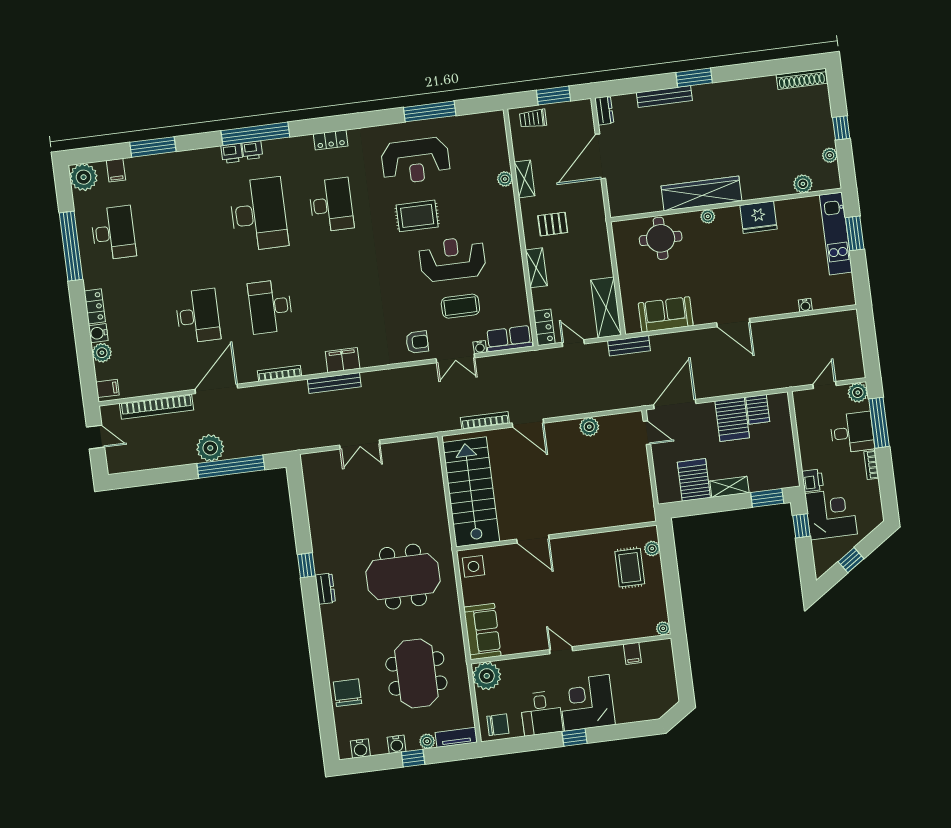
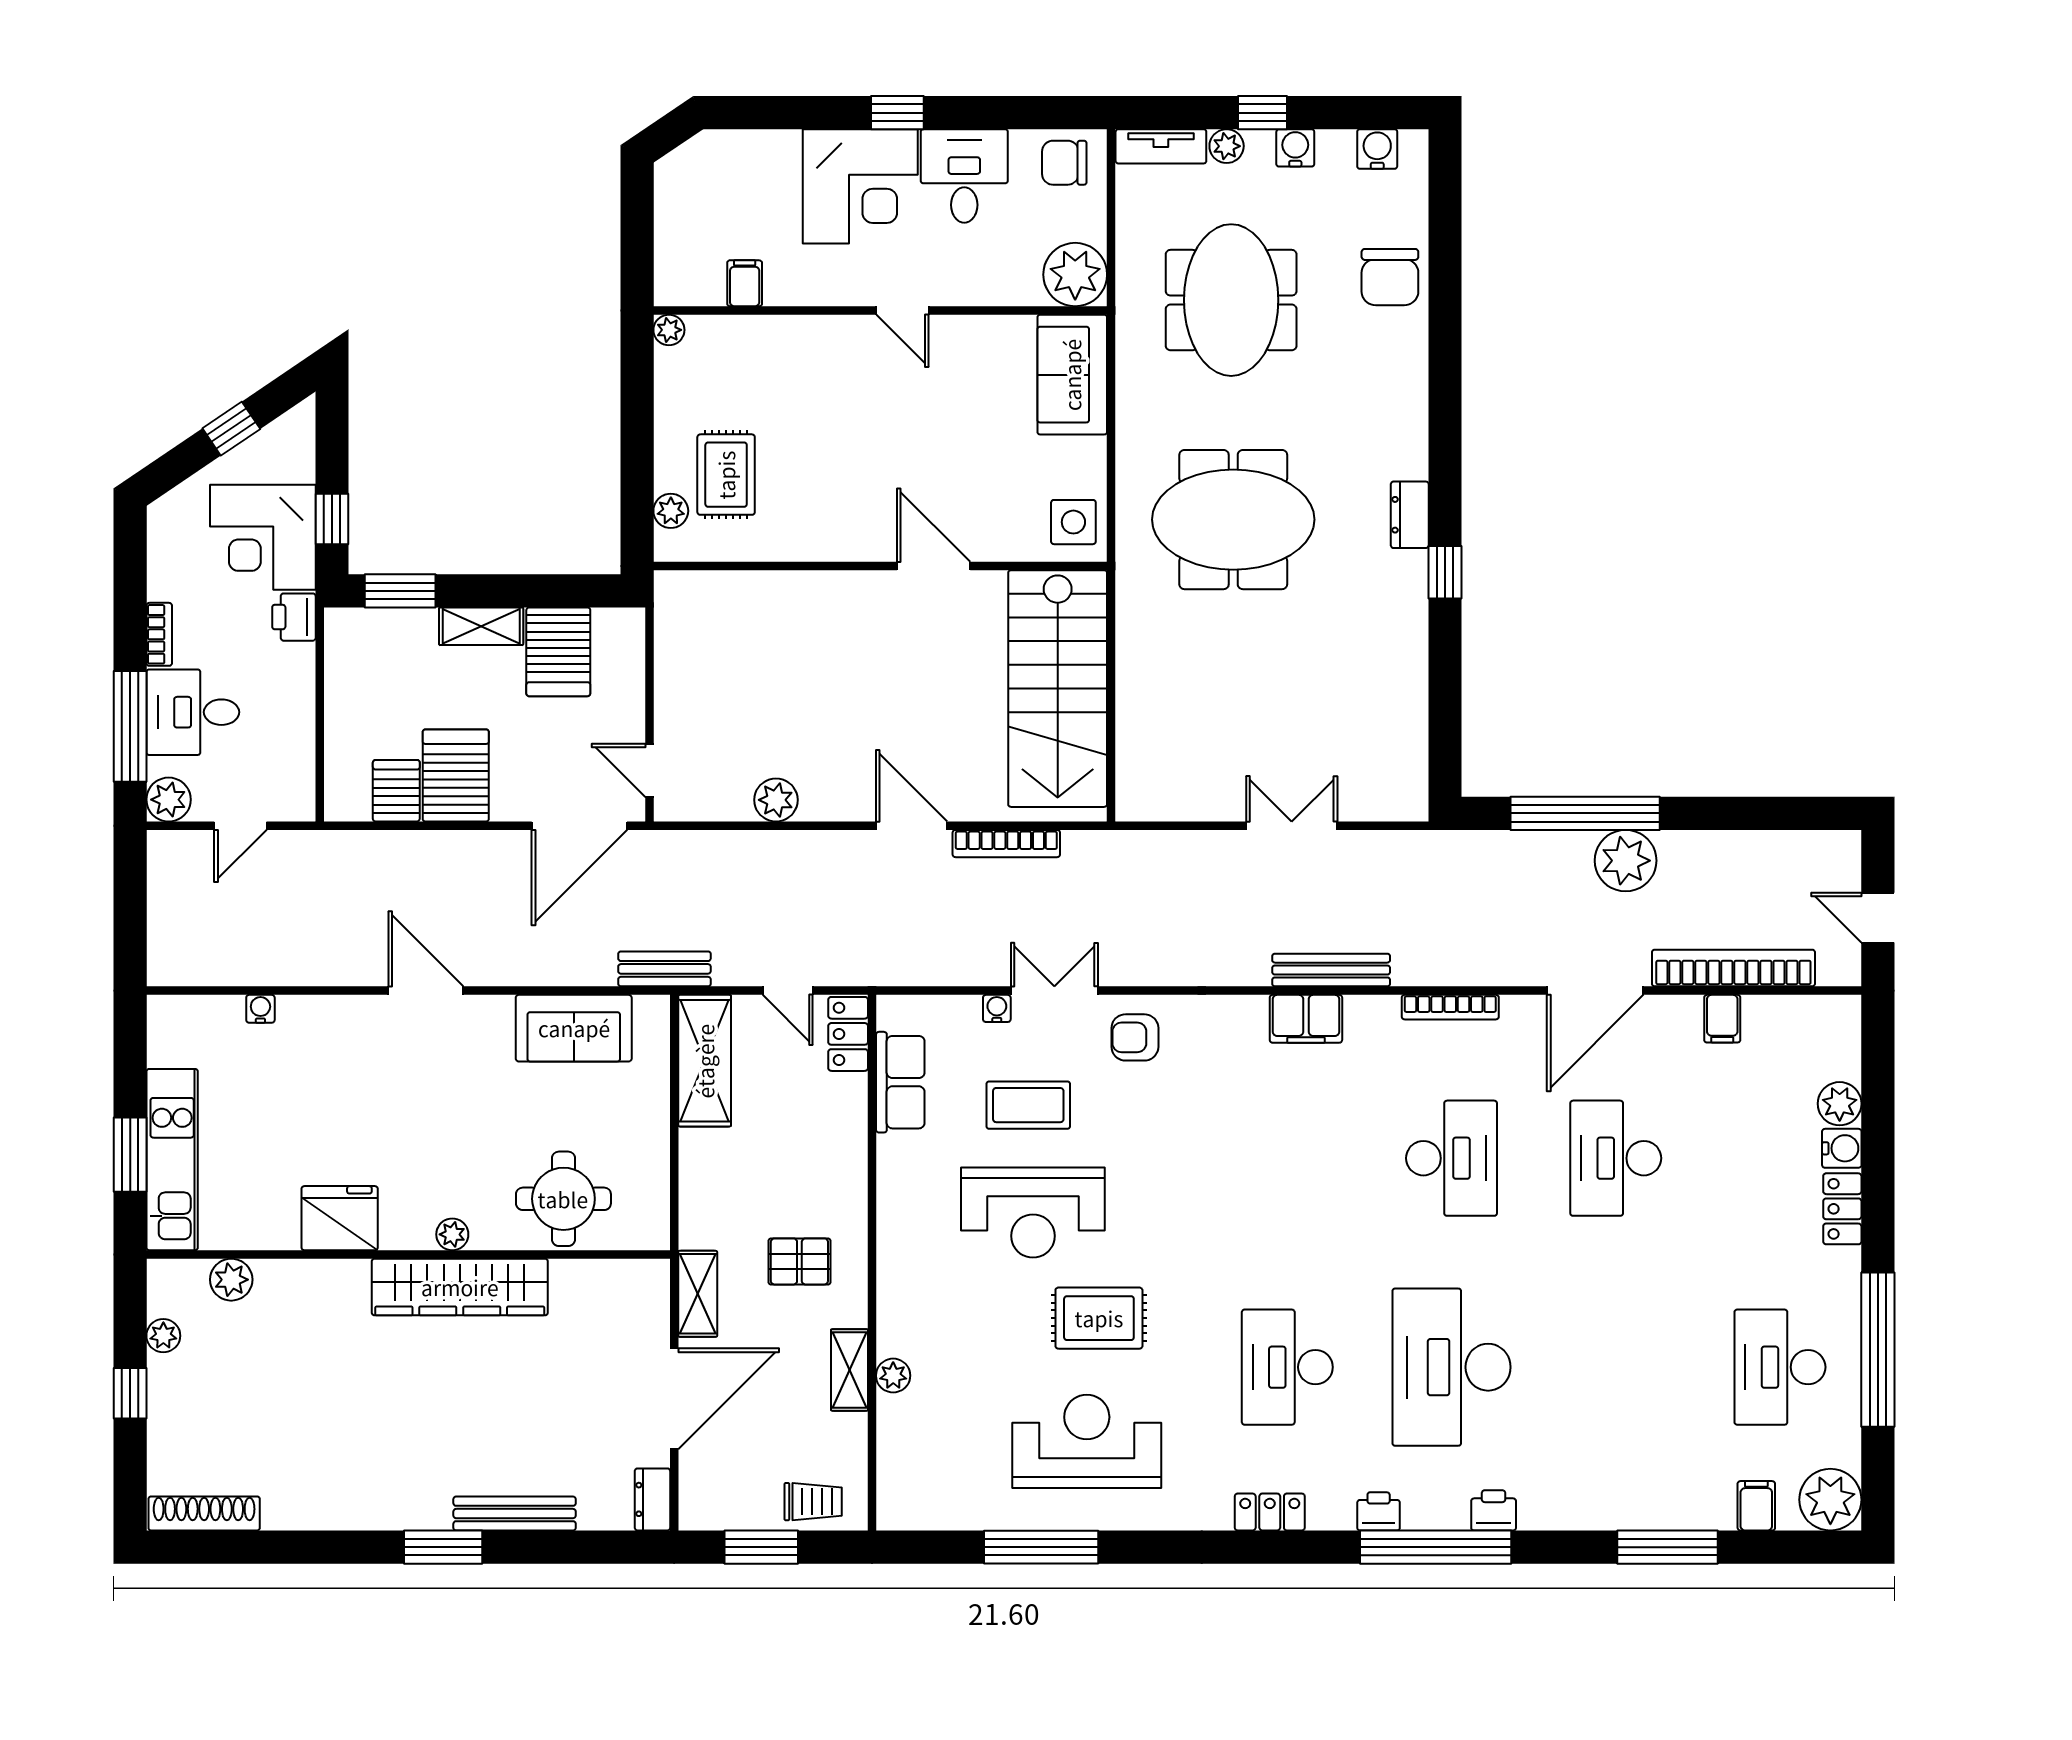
printer: (252, 150) -> (1379, 1511), moved
shelving: (536, 268) -> (698, 1294), moved
row of seats: (509, 339) -> (900, 1082), moved, turned -90
filing cabinet: (107, 388) -> (1722, 1019), moved, turned -90

